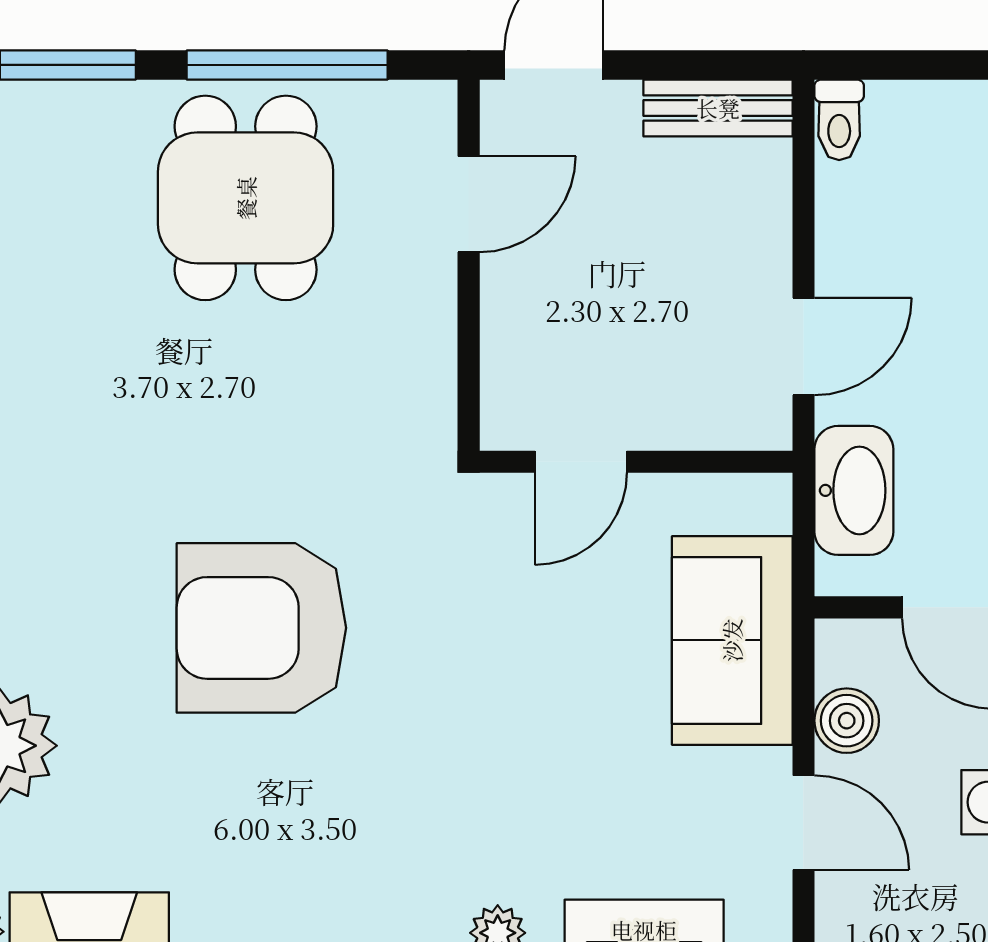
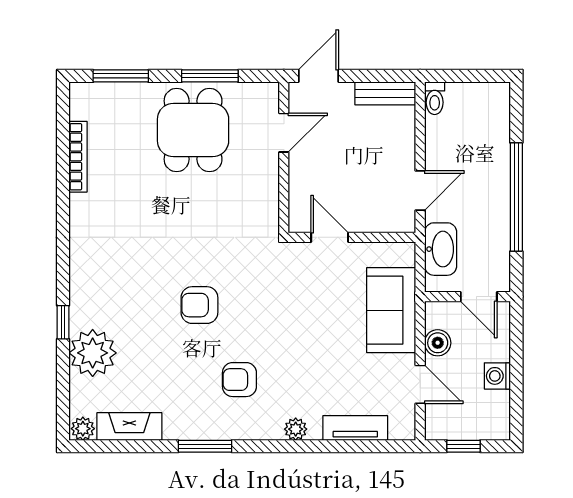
window: (287, 65) -> (210, 76), width x0.69
door: (581, 462) -> (330, 237), swing flipped
armchair: (261, 628) -> (199, 305), width x0.53, depth x0.53
armchair: (360, 811) -> (239, 380), added

